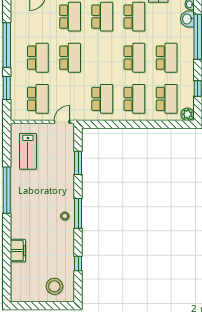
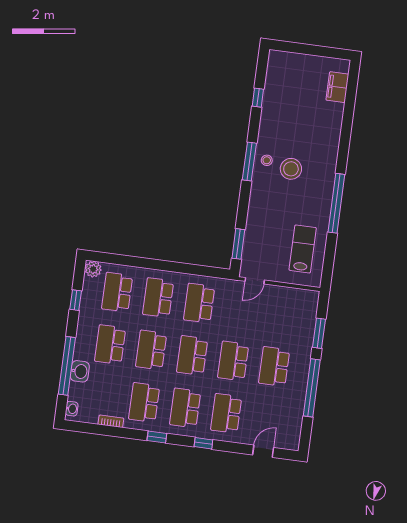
washbasin: (187, 19) -> (80, 371), moved
school desk: (38, 99) -> (192, 356), moved
window: (78, 163) -> (238, 244), moved
filing cabinet: (18, 251) -> (337, 87), moved
stool: (54, 286) -> (291, 169), moved

